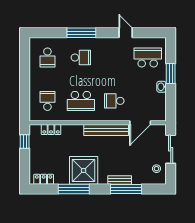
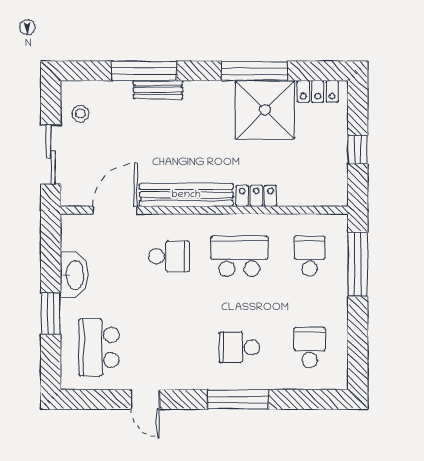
school desk: (148, 58) -> (99, 347), turned 90
washbasin: (162, 87) -> (74, 275), width x1.91, depth x1.45
window: (25, 97) -> (358, 264), added
school desk: (47, 101) -> (310, 256), turned 180
locker: (51, 130) -> (256, 196), moved
window: (25, 141) -> (358, 150), moved
shower: (84, 170) -> (265, 110), moved

